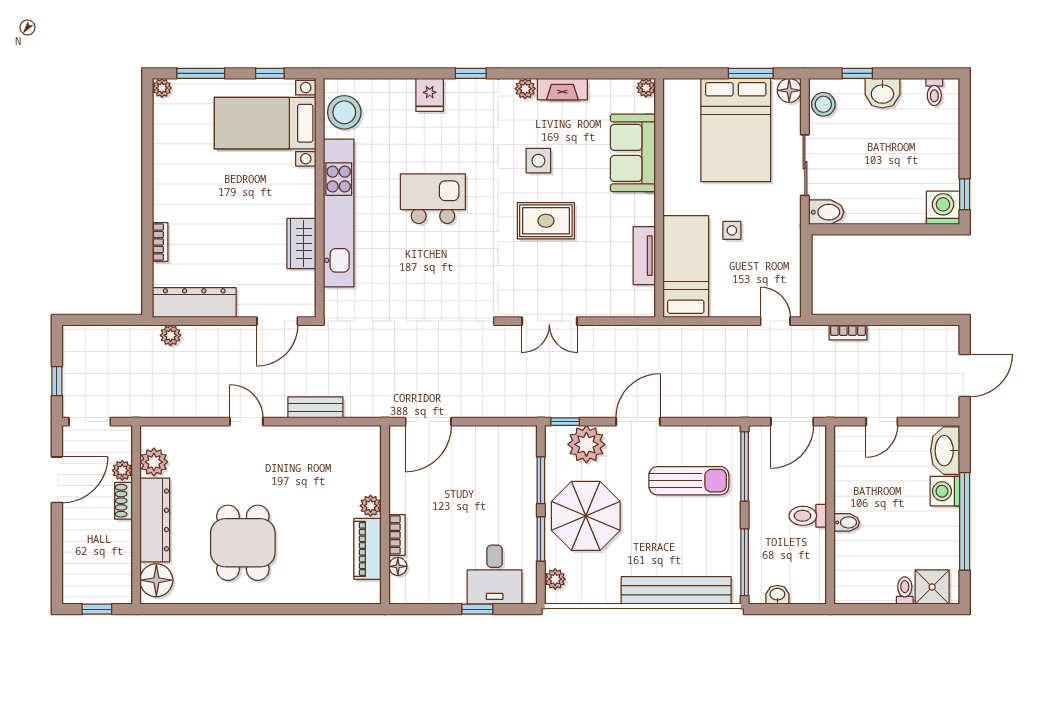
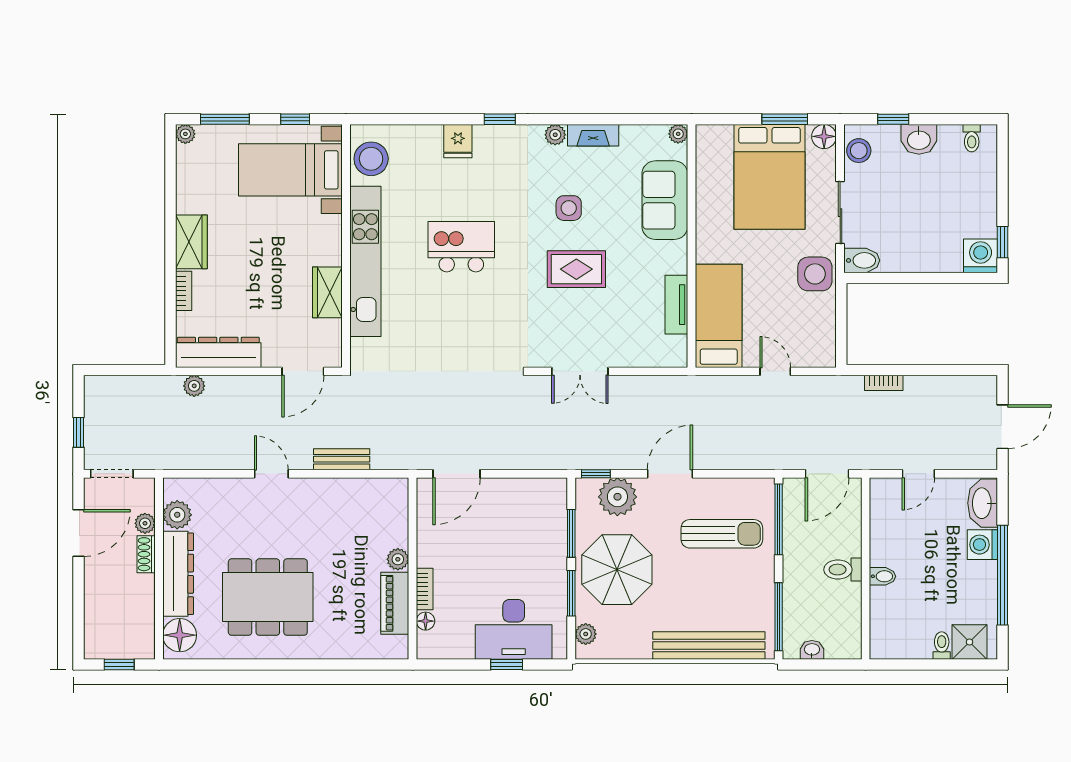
wardrobe: (168, 194) -> (191, 242), added
side table: (732, 230) -> (815, 274), moved, width x1.87, depth x1.87
door: (775, 321) -> (775, 371), moved
dining table: (243, 543) -> (268, 597), width x1.38
desk: (495, 575) -> (514, 629), width x1.37

